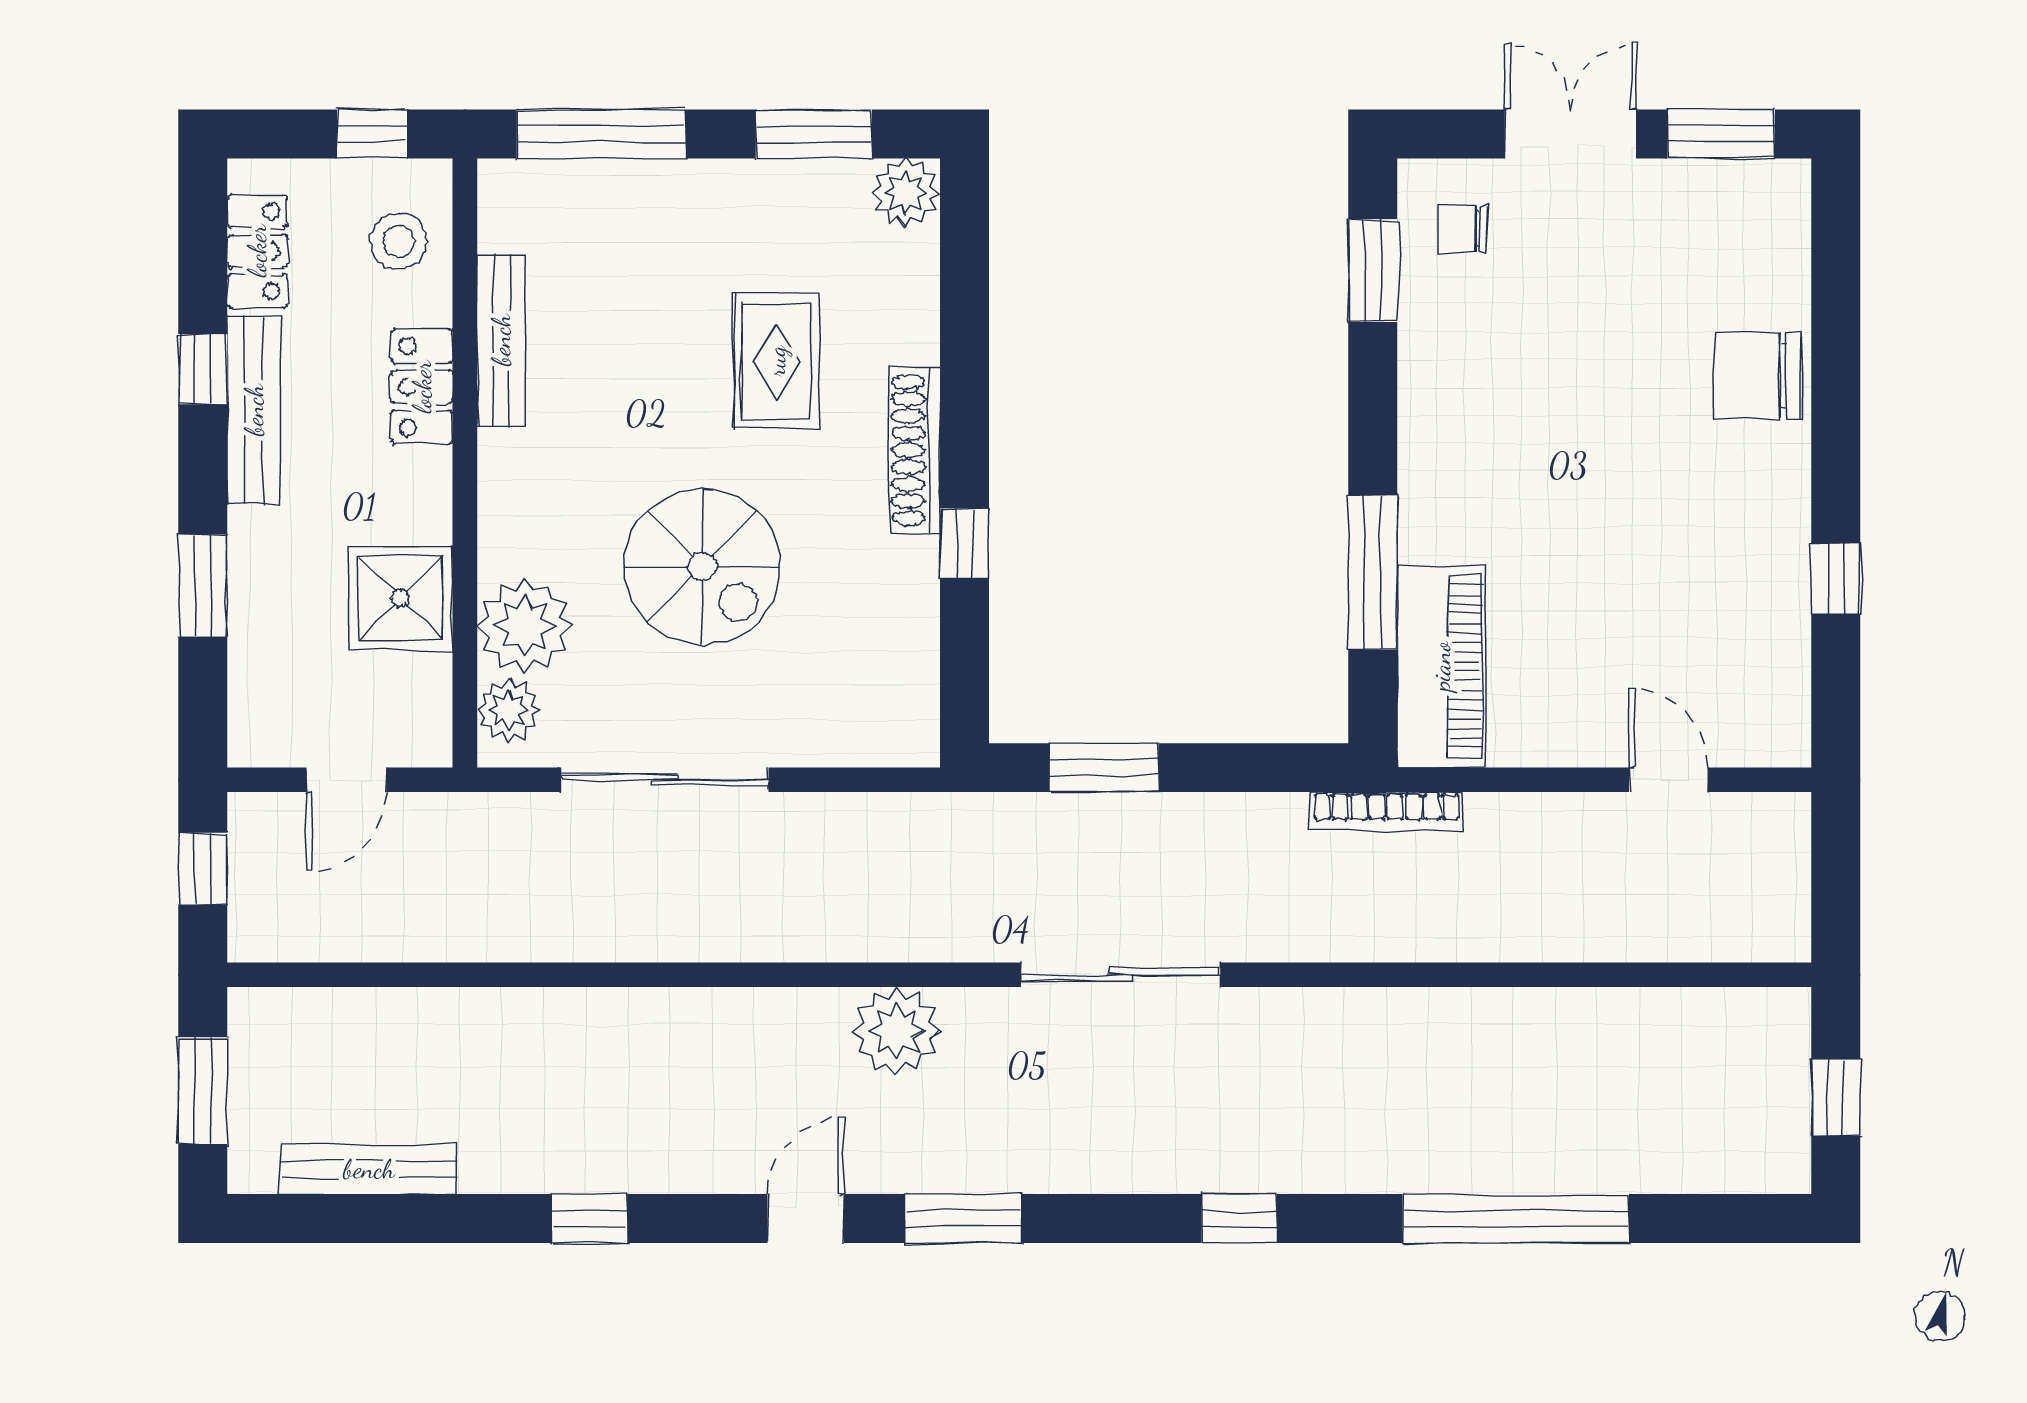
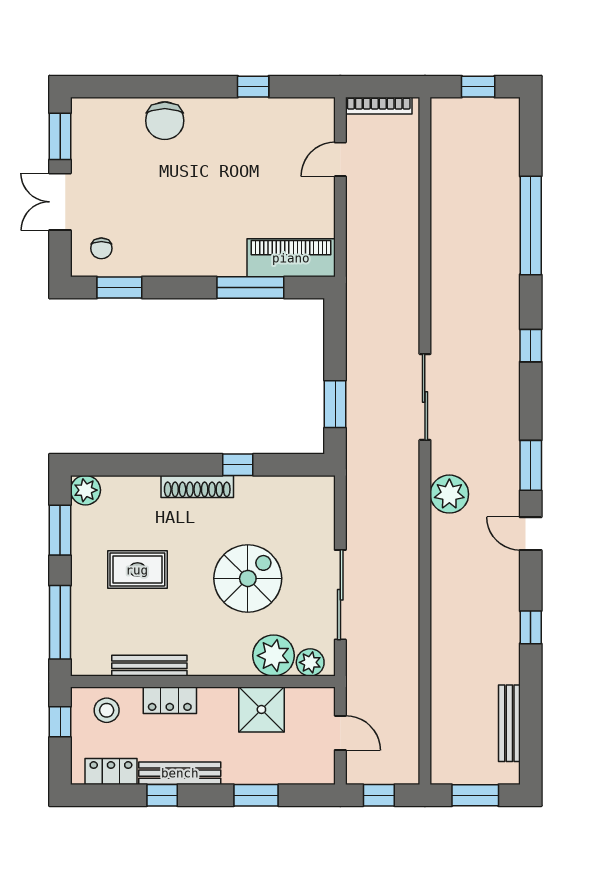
rug: (776, 361) -> (137, 570), moved
bookcase: (1386, 812) -> (379, 106), moved, turned 90

